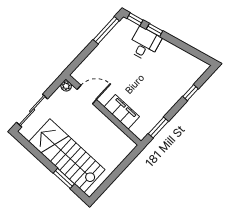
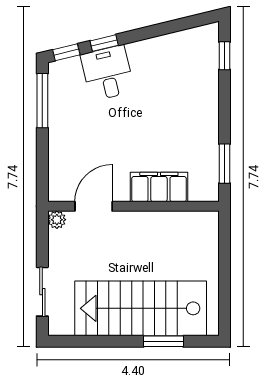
window: (190, 93) -> (224, 56), moved
sliding door: (32, 111) -> (42, 292), width x0.73

